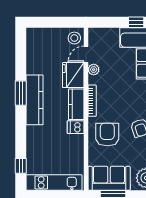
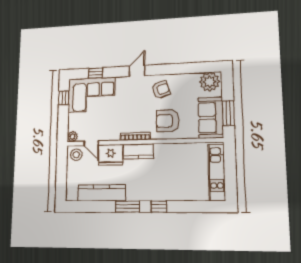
plant: (94, 70) -> (72, 137), moved
kitchen counter: (35, 100) -> (101, 193), moved
dishwasher: (76, 127) -> (161, 152), removed
window: (21, 166) -> (159, 207), moved

